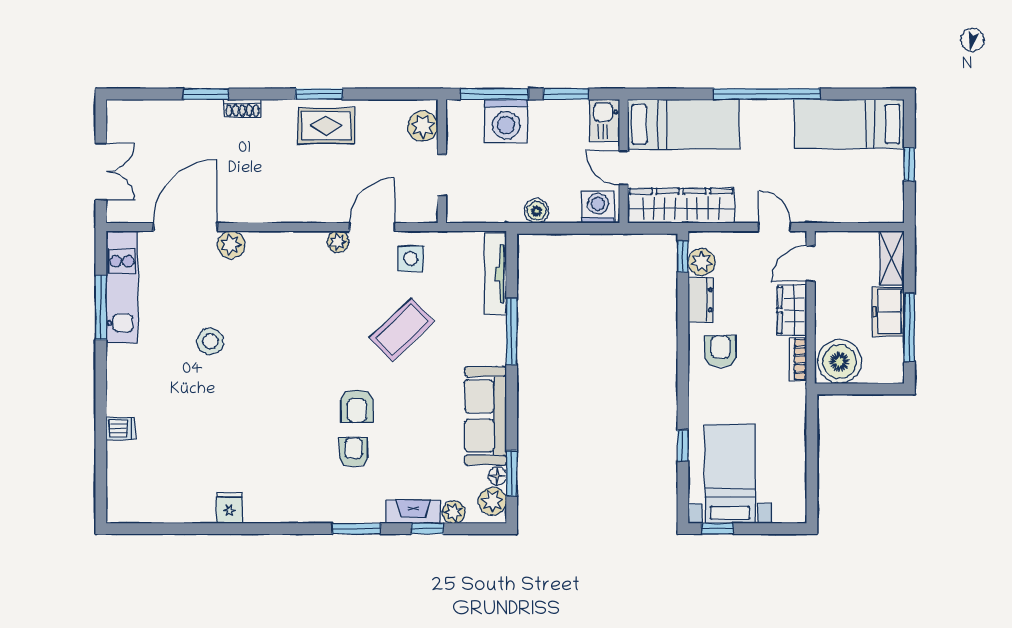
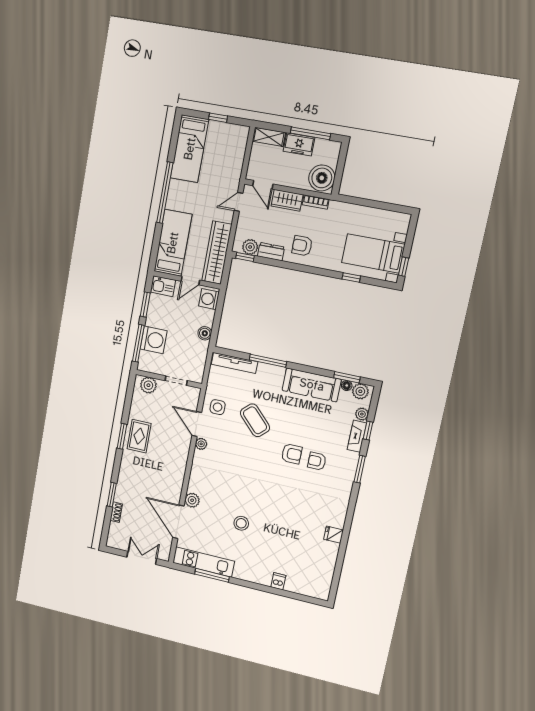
shoe rack: (242, 108) -> (116, 512), moved

